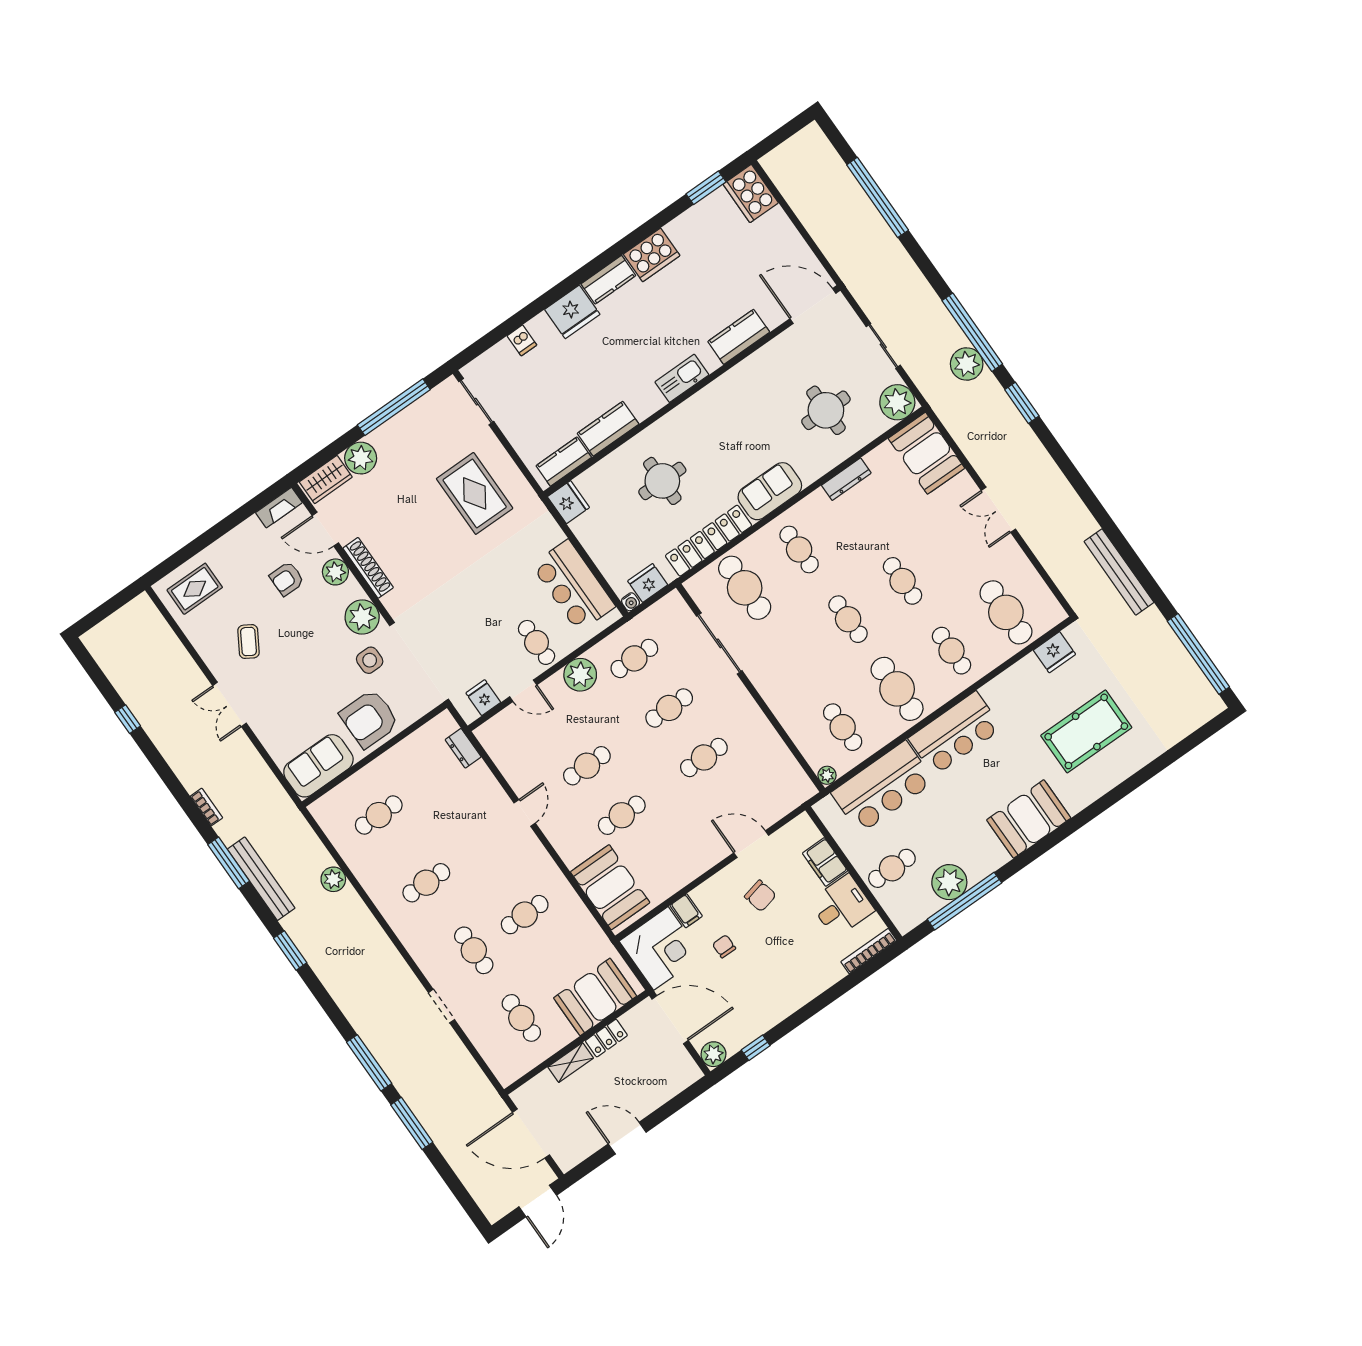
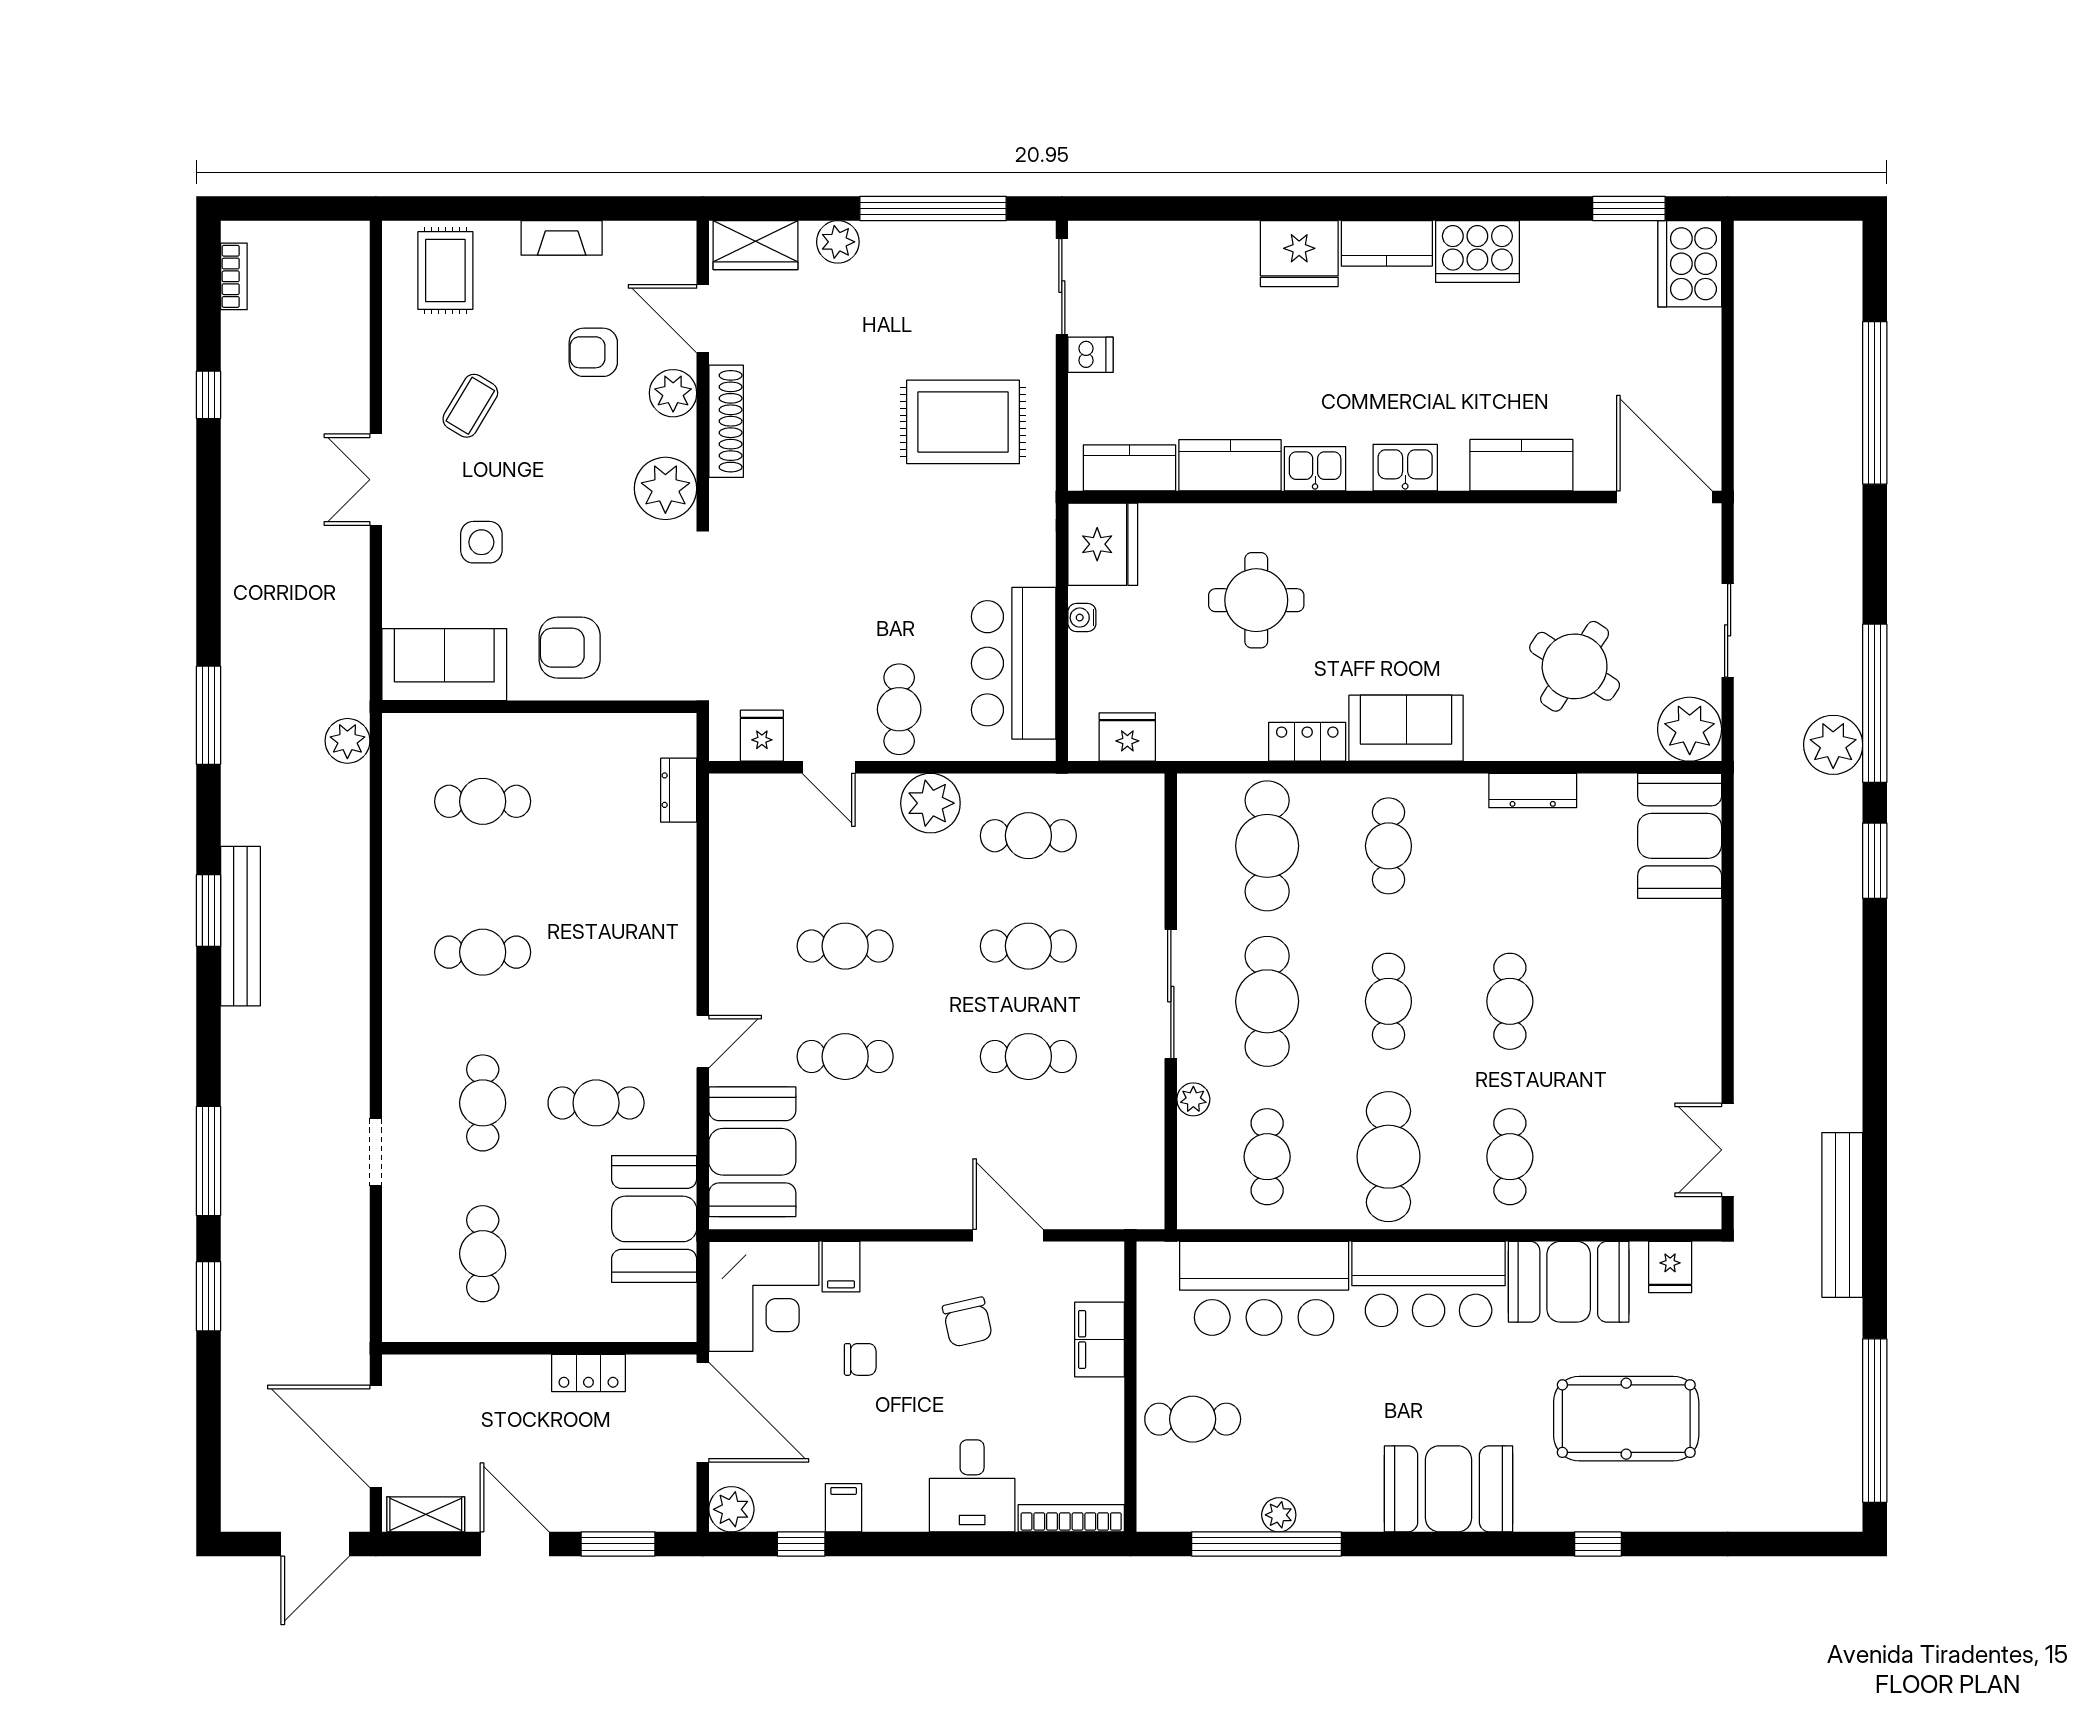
dishwasher: (522, 340) -> (1091, 355), moved, turned -90
kitchen sink: (682, 378) -> (1405, 468), width x0.73
kitchen sink: (647, 403) -> (1315, 469), added
round table: (826, 410) -> (1575, 666), turned 33
plant: (361, 458) -> (838, 242), width x0.73, depth x0.73
rug: (475, 493) -> (963, 422), turned 90
fridge: (568, 502) -> (1103, 544), width x1.36, depth x1.34
fireplace: (279, 508) -> (562, 238), moved
double door: (998, 510) -> (1728, 1150), moved
locker: (709, 541) -> (1307, 742), width x0.46, depth x0.83
rug: (195, 589) -> (445, 271), turned 90
water cooler: (630, 602) -> (1082, 618), moved, turned 90
cafe table: (1006, 612) -> (1267, 1001), moved
sliding door: (719, 643) -> (1171, 994), moved
fridge: (1054, 652) -> (1670, 1267), width x0.72
side table: (370, 660) -> (481, 542), moved
booth: (1017, 688) -> (1569, 1282), added
armchair: (369, 719) -> (570, 648), width x0.73, depth x0.73
plant: (827, 775) -> (1193, 1099), moved
window: (1113, 797) -> (1598, 1544), added
bookcase: (206, 807) -> (234, 276), moved
door: (525, 813) -> (703, 1042), moved
bench: (261, 879) -> (240, 926), moved
plant: (333, 879) -> (347, 741), moved
plant: (949, 882) -> (1279, 1515), width x0.53, depth x0.53
desk: (842, 906) -> (972, 1486), moved, turned 90
chair: (724, 946) -> (860, 1359), turned 90
booth: (595, 997) -> (654, 1219), moved, turned 90
filing cabinet: (763, 1018) -> (844, 1508), added
shelving: (571, 1063) -> (426, 1514), moved
window: (674, 1106) -> (618, 1544), added
window: (412, 1123) -> (208, 1296), width x0.69

